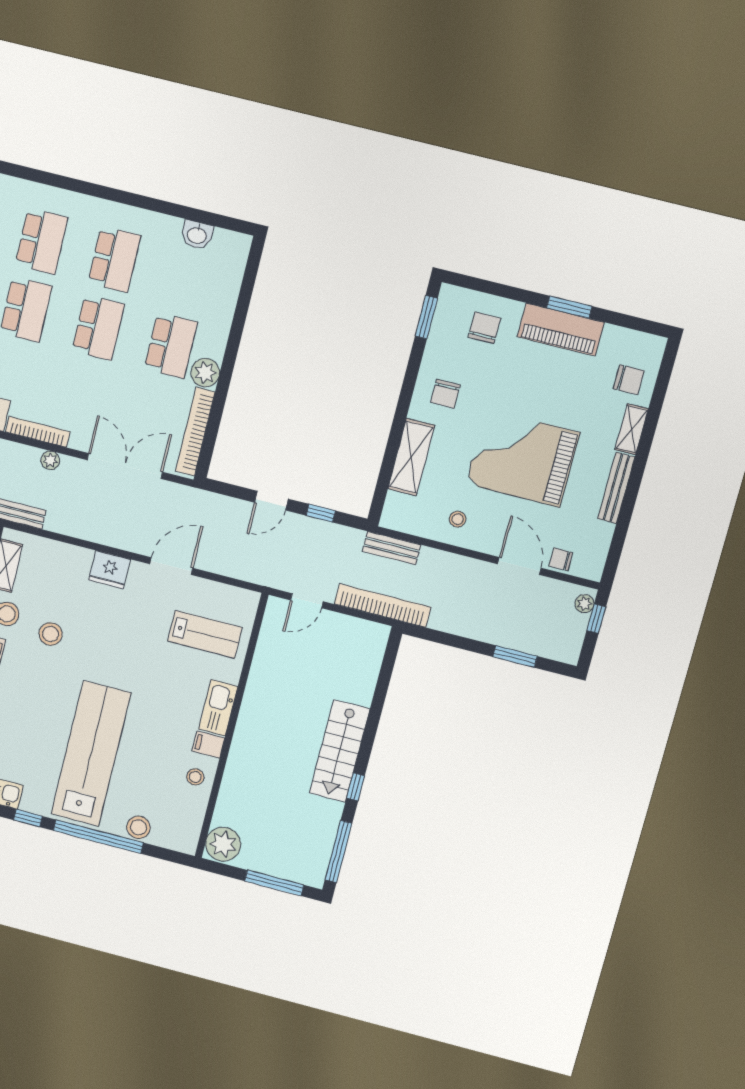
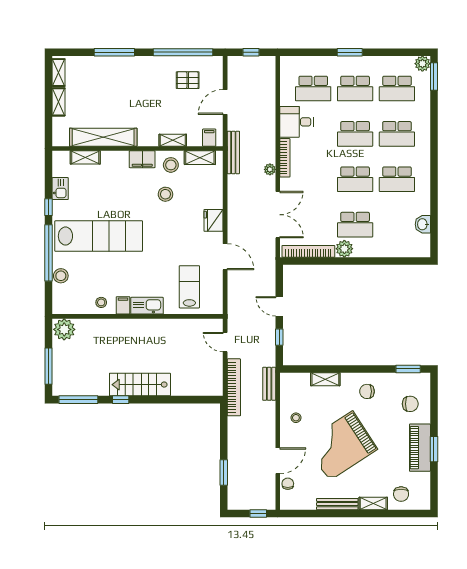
shelving: (411, 457) -> (325, 379), width x0.67, depth x0.75
grand piano: (522, 458) -> (341, 446), turned -123
plant: (584, 604) -> (265, 504), removed
lab bench: (205, 634) -> (189, 287), turned 180

